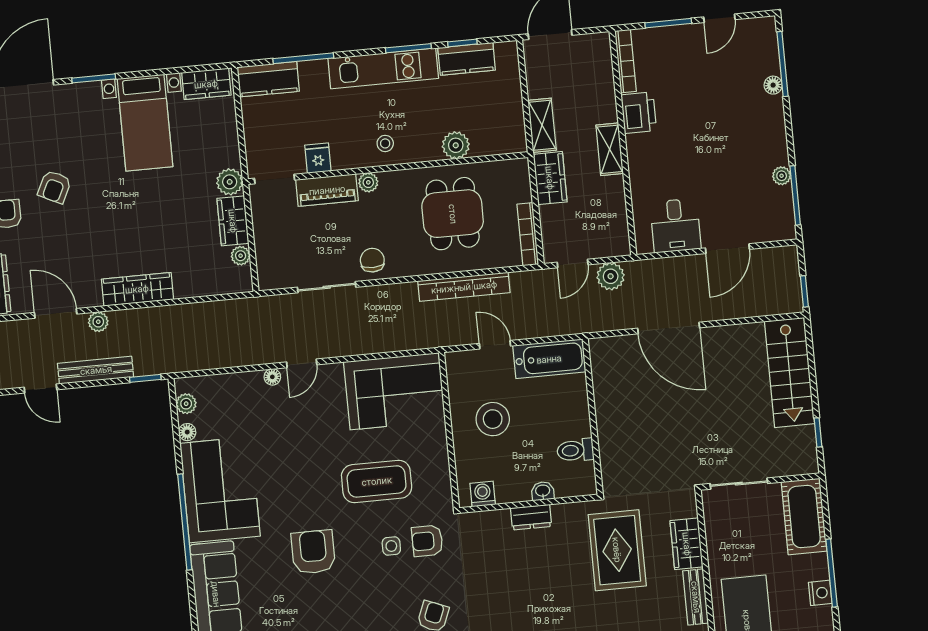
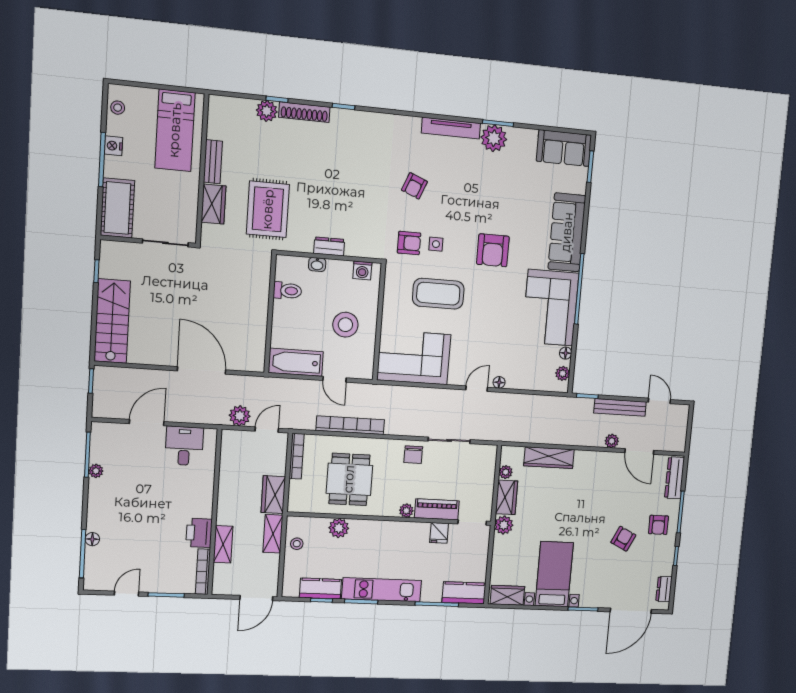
stool: (385, 143) -> (297, 544), moved
shelving: (610, 149) -> (223, 544), moved
wardrobe: (137, 289) -> (549, 458), moved

